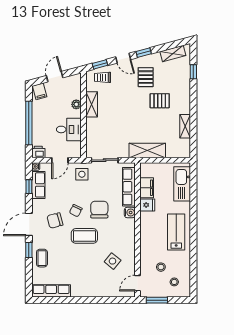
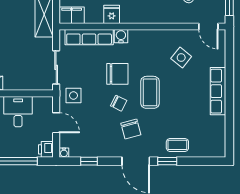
row of seats: (38, 185) -> (87, 149), removed
filing cabinet: (147, 188) -> (72, 15), moved
chair: (99, 210) -> (117, 74), turned 180
row of seats: (51, 291) -> (218, 91), moved

